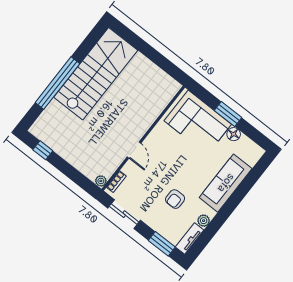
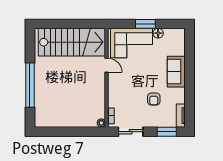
stairs: (96, 74) -> (72, 42), moved, turned 90
window: (43, 150) -> (53, 132), removed
door: (134, 150) -> (107, 65), moved
sofa: (226, 183) -> (176, 72), width x0.73
plant: (204, 221) -> (181, 98), removed

